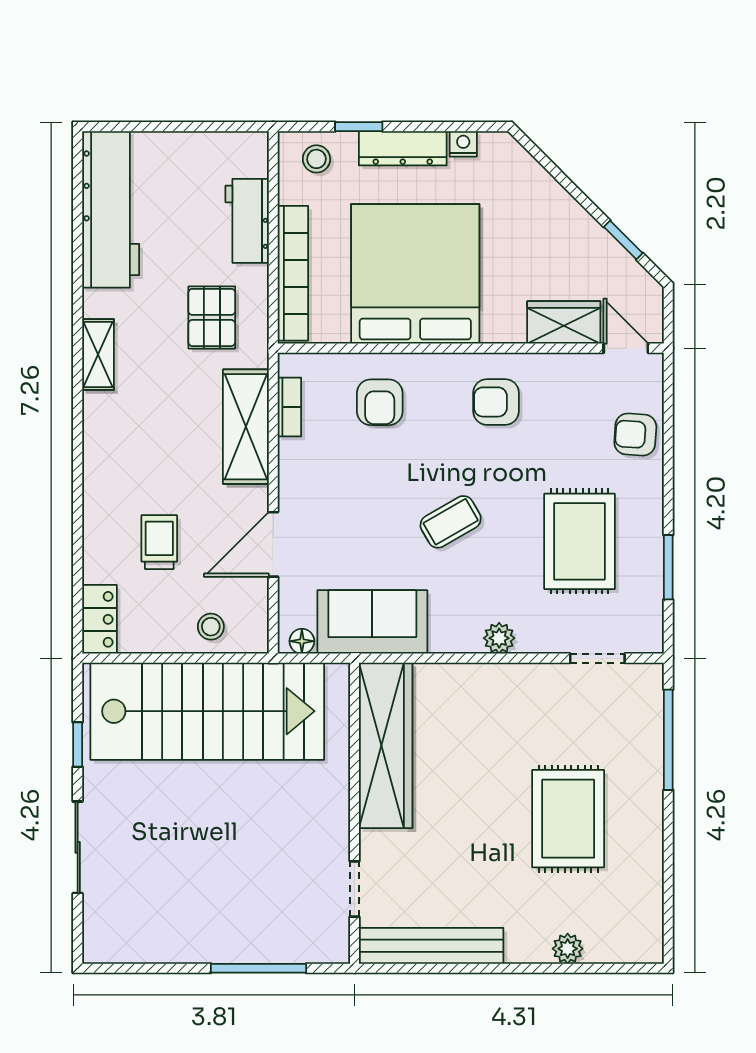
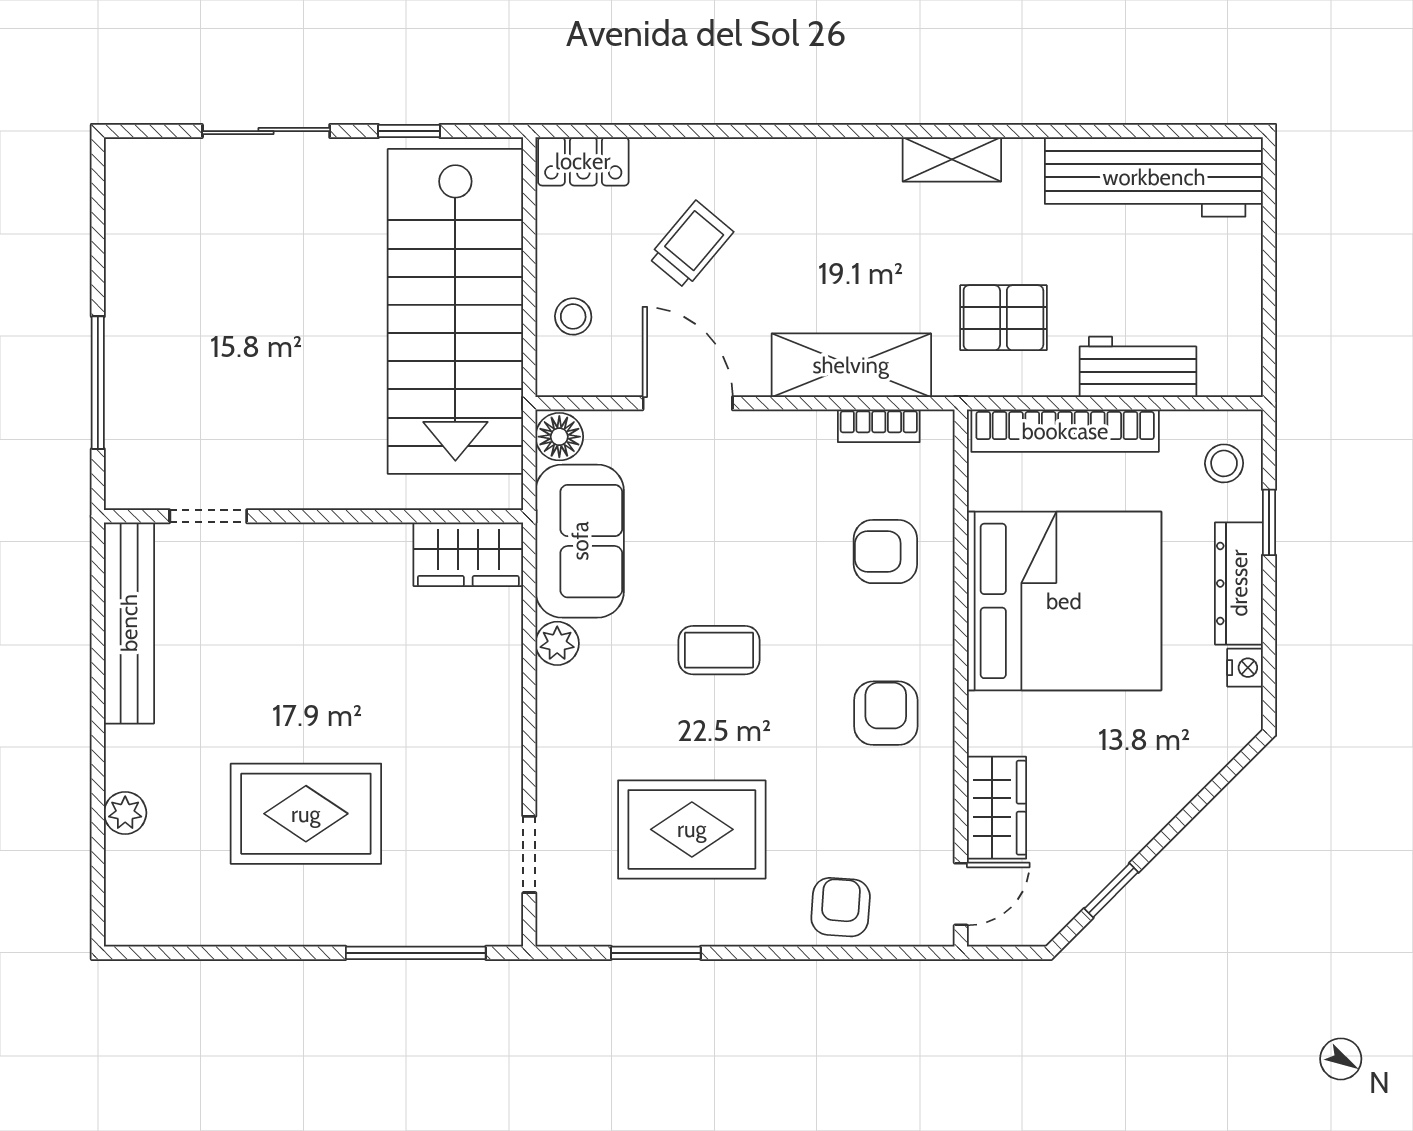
coffee table: (451, 522) -> (719, 650), turned -60
trolley: (159, 542) -> (691, 245), turned -50
plant: (499, 638) -> (557, 643), moved
floor lamp: (302, 641) -> (559, 437), width x1.37, depth x1.37
wardrobe: (386, 745) -> (468, 554), width x0.48, depth x0.85

